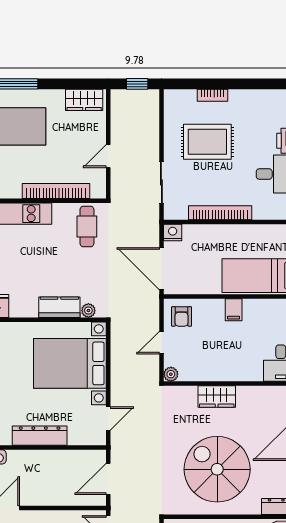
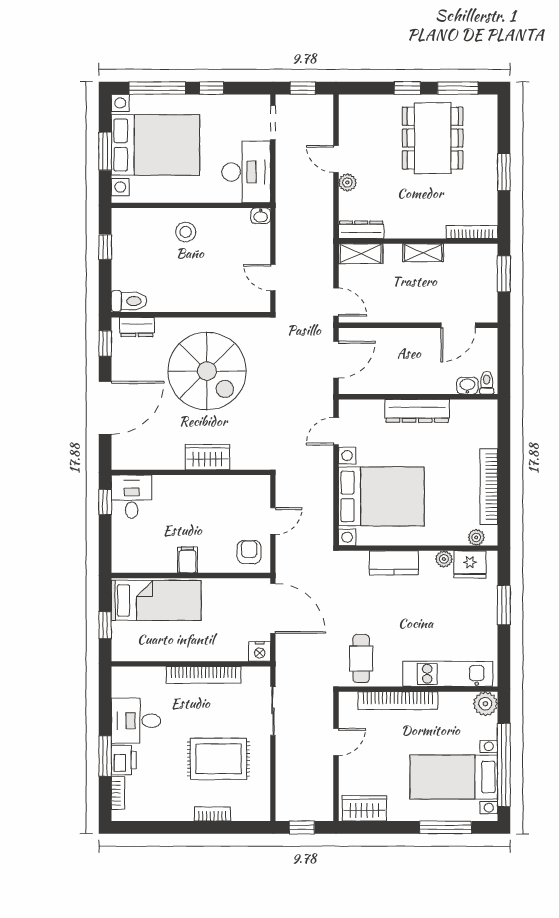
plant: (88, 311) -> (444, 559), moved
plant: (171, 374) -> (262, 484), removed

